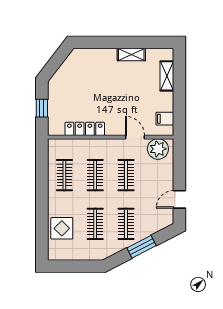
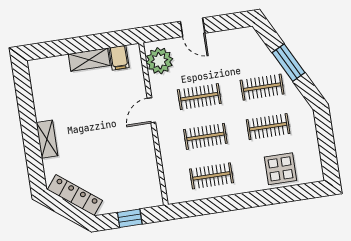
shelving: (131, 55) -> (47, 139), moved
shelving: (167, 76) -> (89, 60), moved
locker: (85, 129) -> (75, 195), moved, turned 128
door: (135, 137) -> (151, 110), moved
door: (179, 199) -> (193, 27), moved

